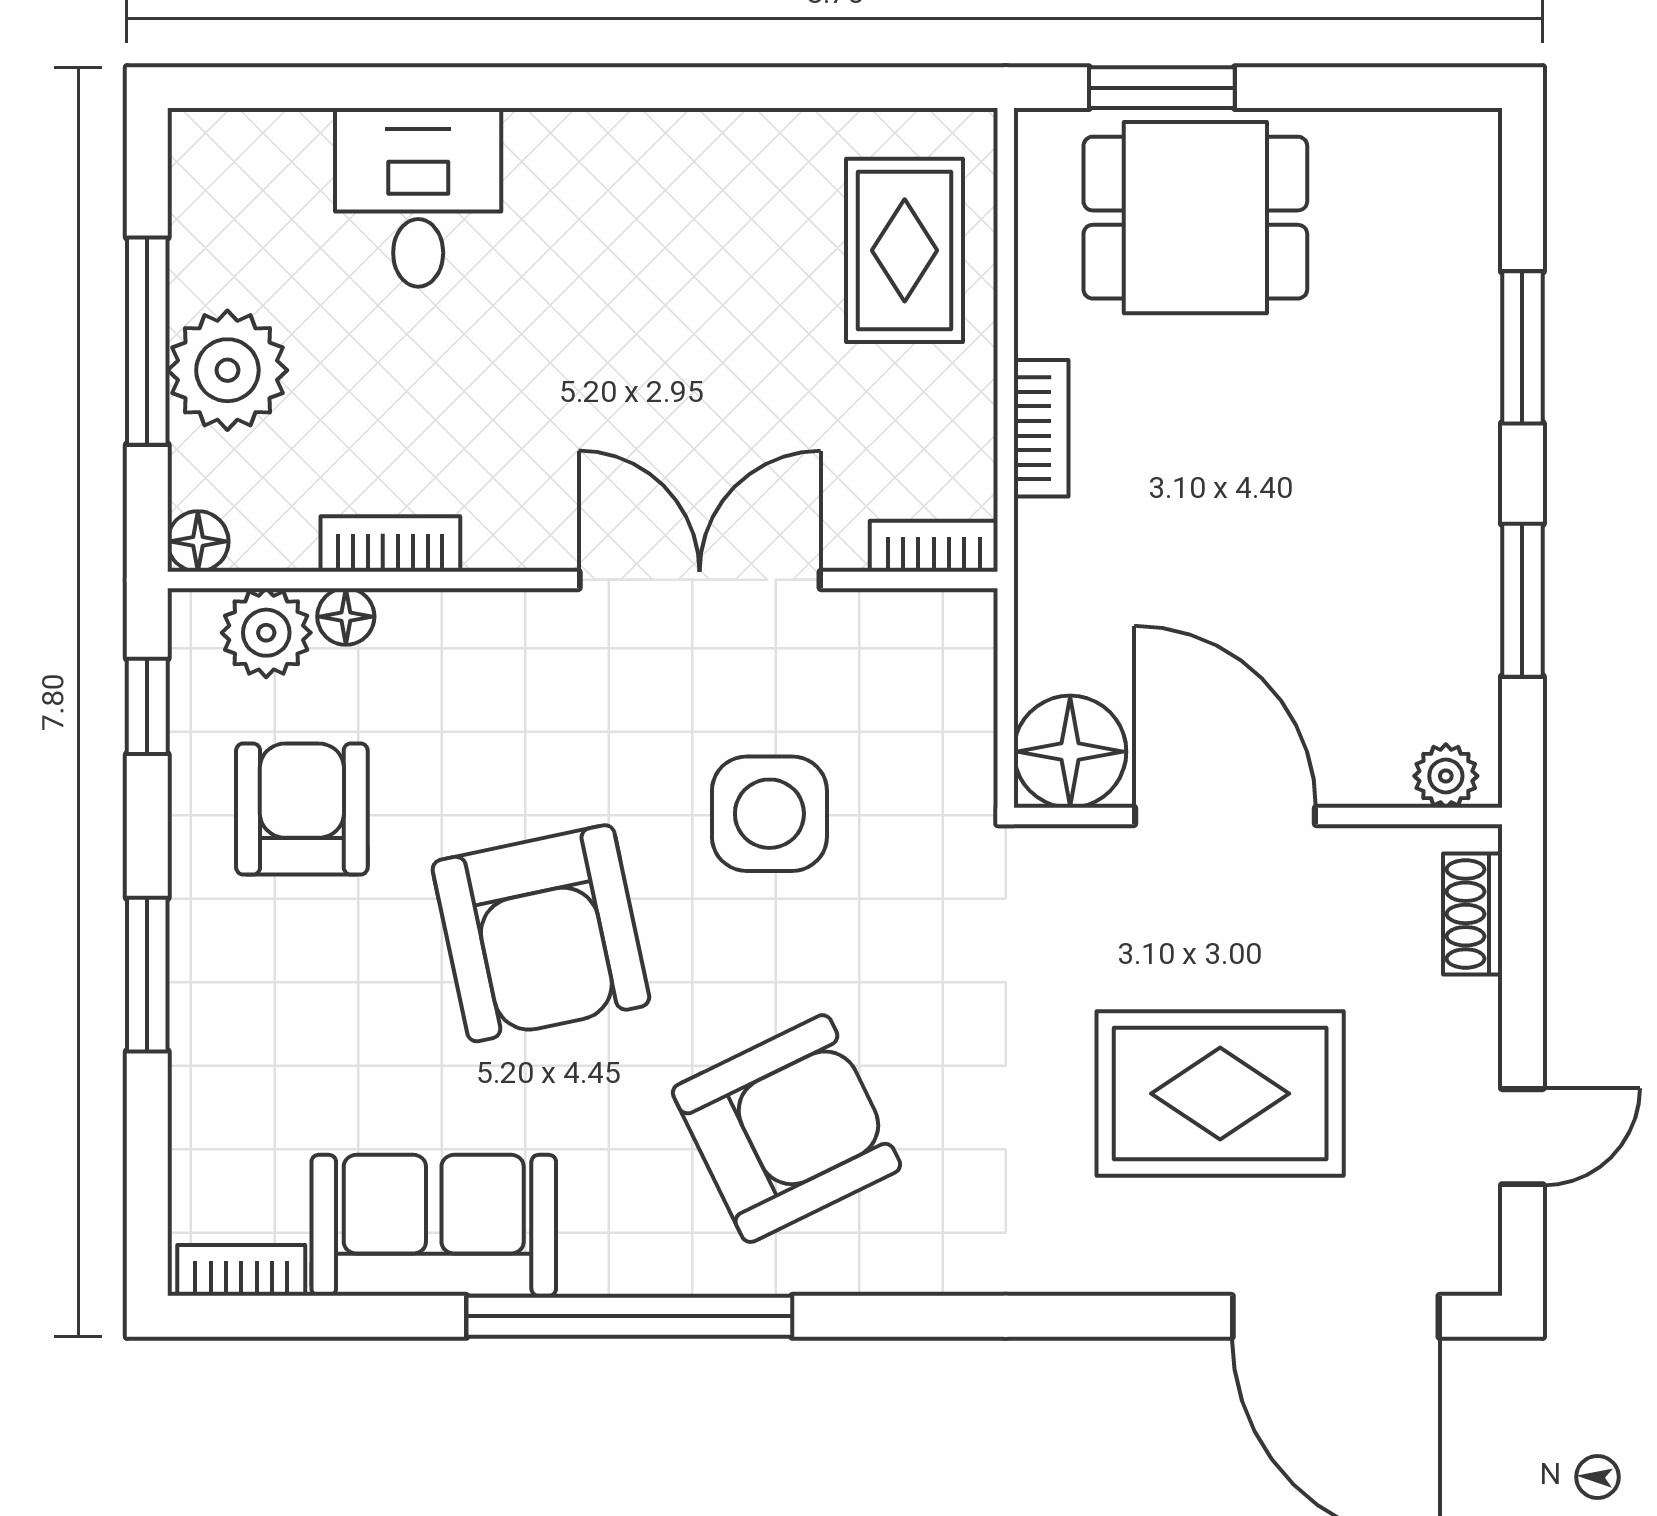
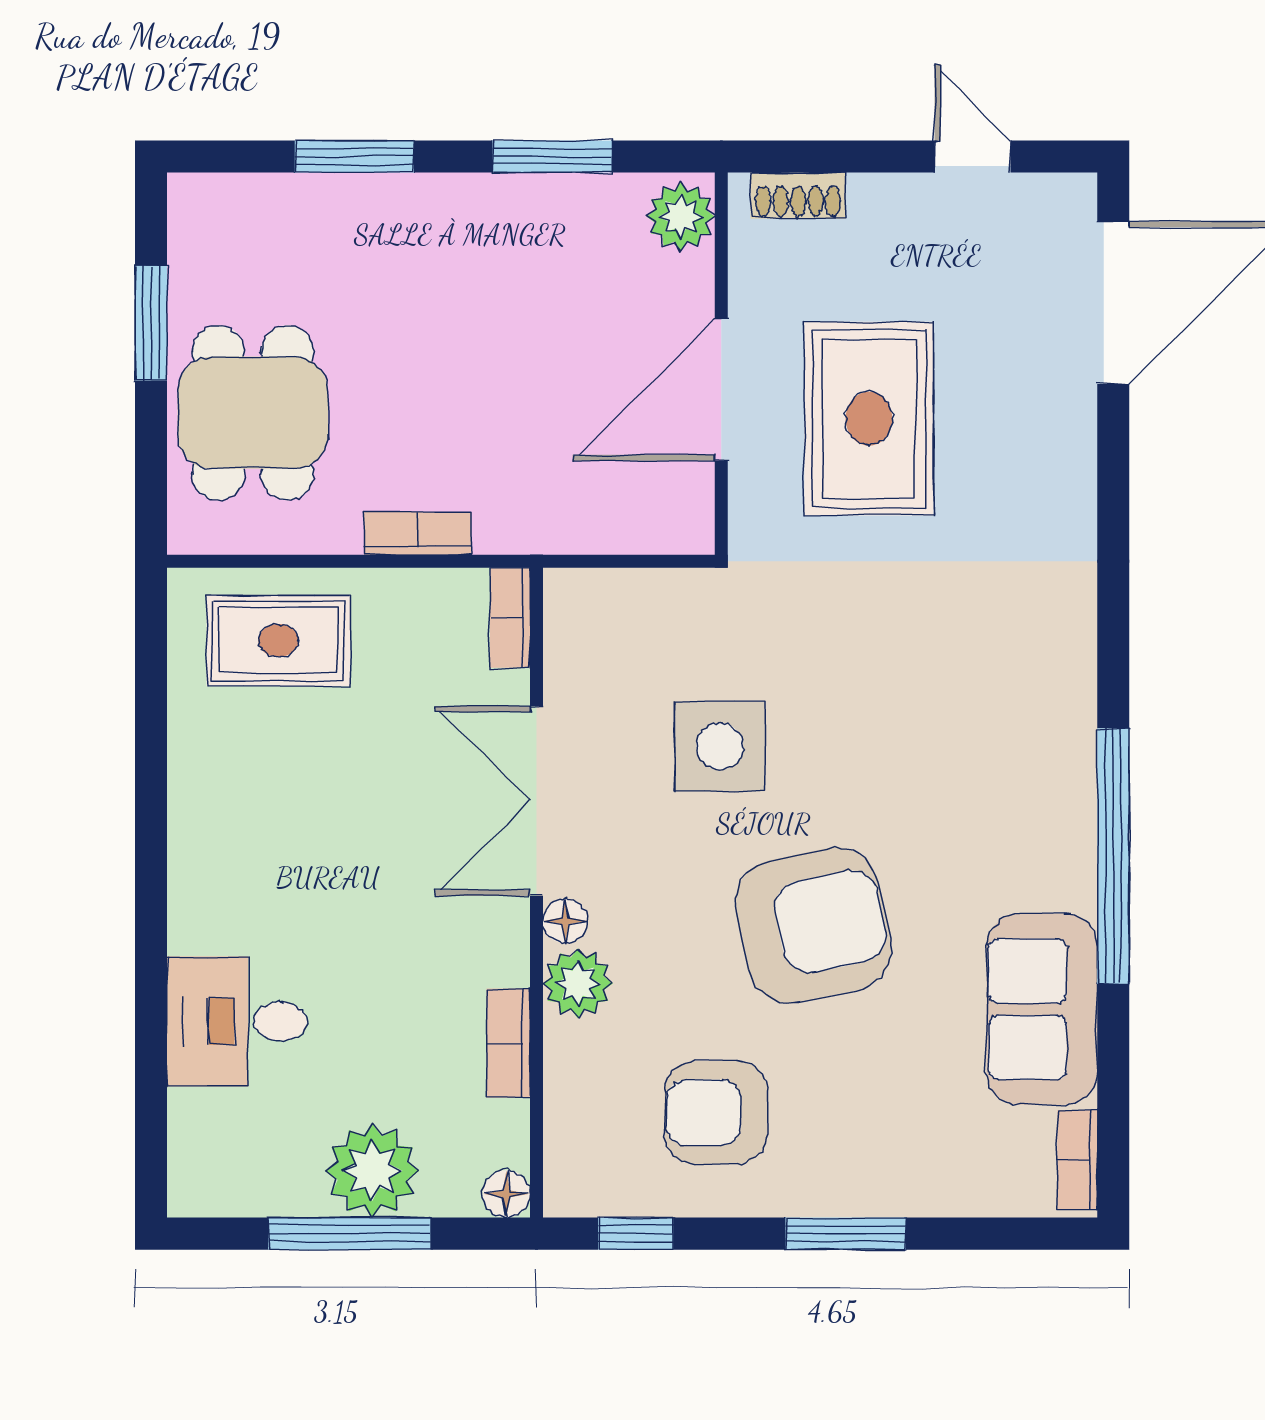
window: (1162, 88) -> (151, 323), moved
floor lamp: (346, 617) -> (565, 921), moved
plant: (266, 633) -> (578, 983), moved
floor lamp: (1070, 752) -> (671, 511), removed
plant: (1446, 776) -> (681, 217), width x1.38, depth x1.38
rug: (1220, 1094) -> (869, 419), moved
armchair: (786, 1129) -> (966, 733), removed

